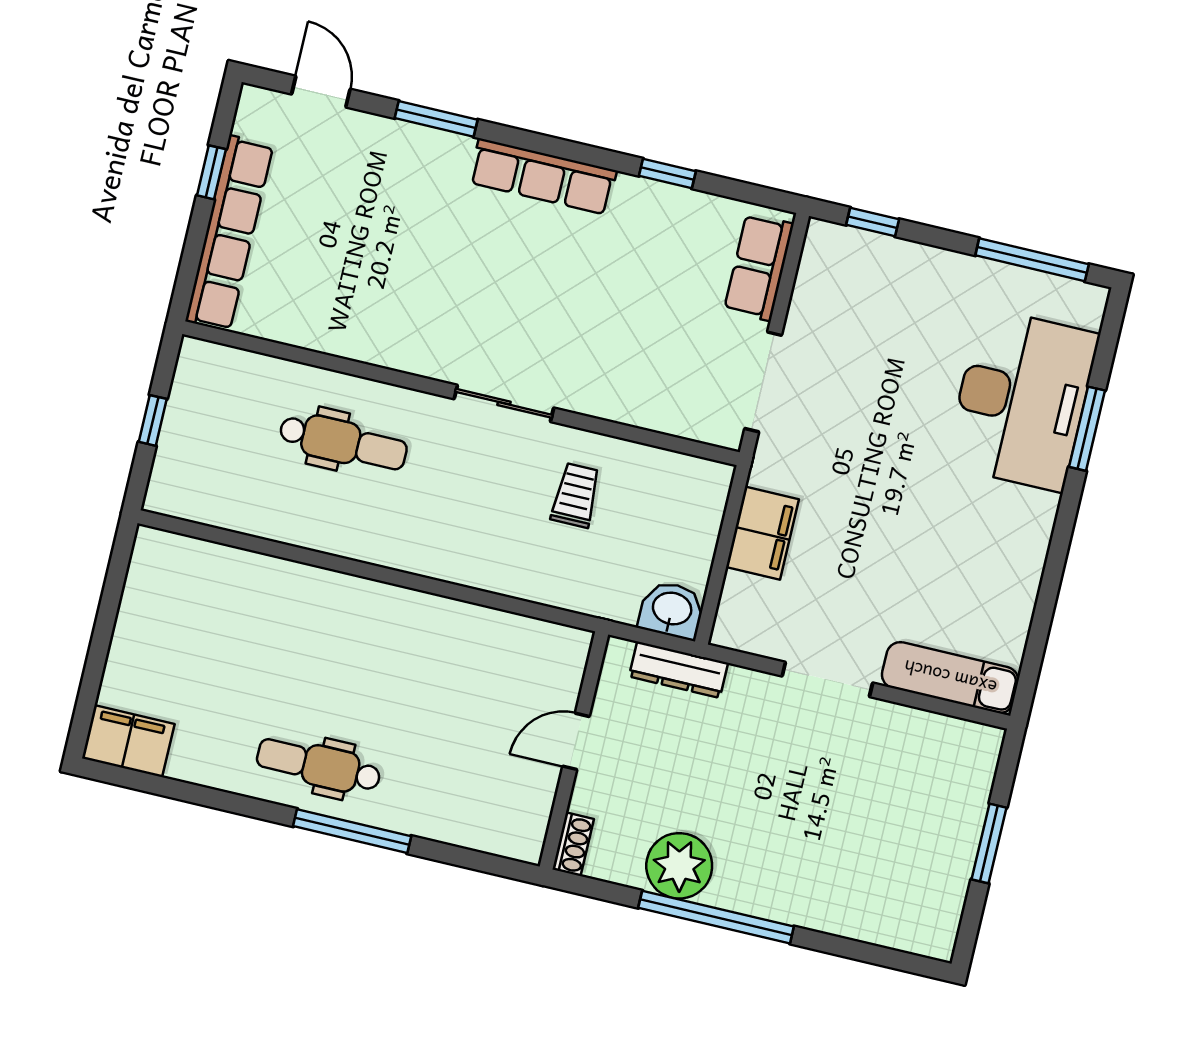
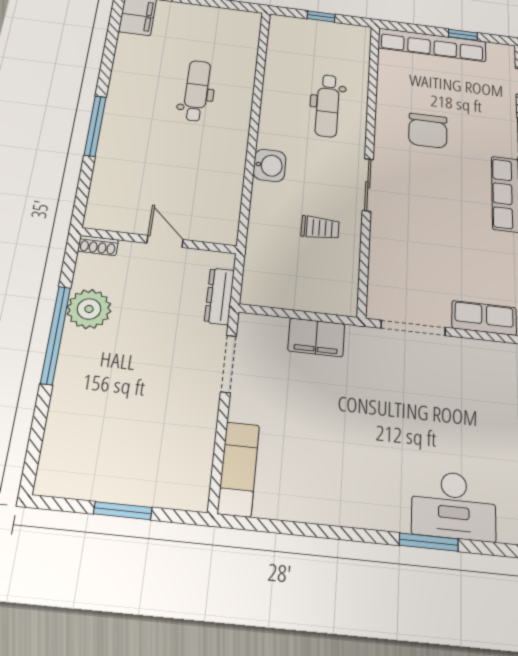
chair: (408, 280) -> (428, 131), added
desk: (1022, 400) -> (454, 505), width x0.73, depth x0.77
washbasin: (672, 610) -> (270, 165), moved
doorway: (827, 679) -> (228, 364), moved
dental chair: (319, 766) -> (197, 91), moved

